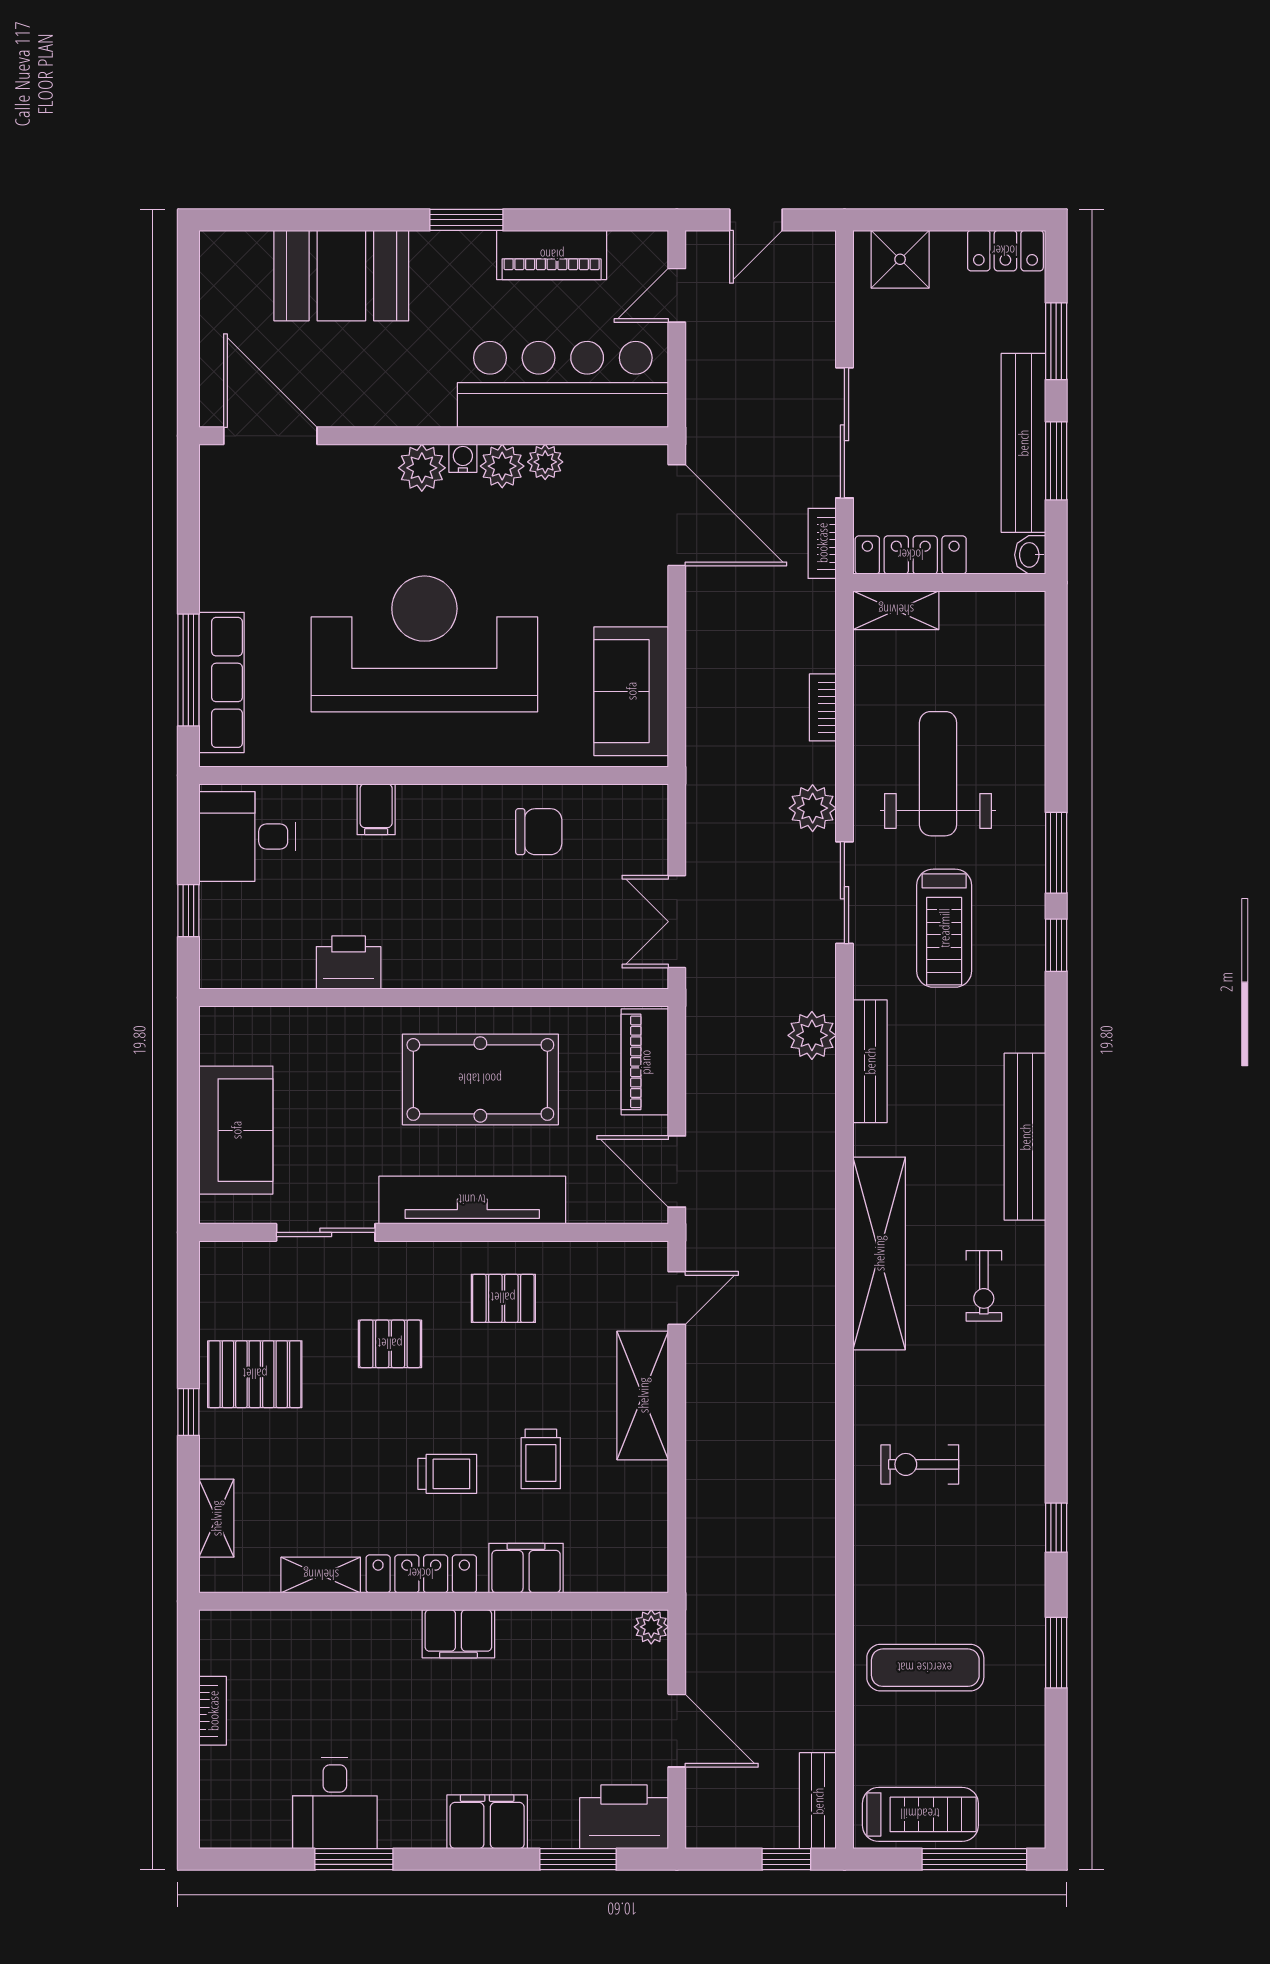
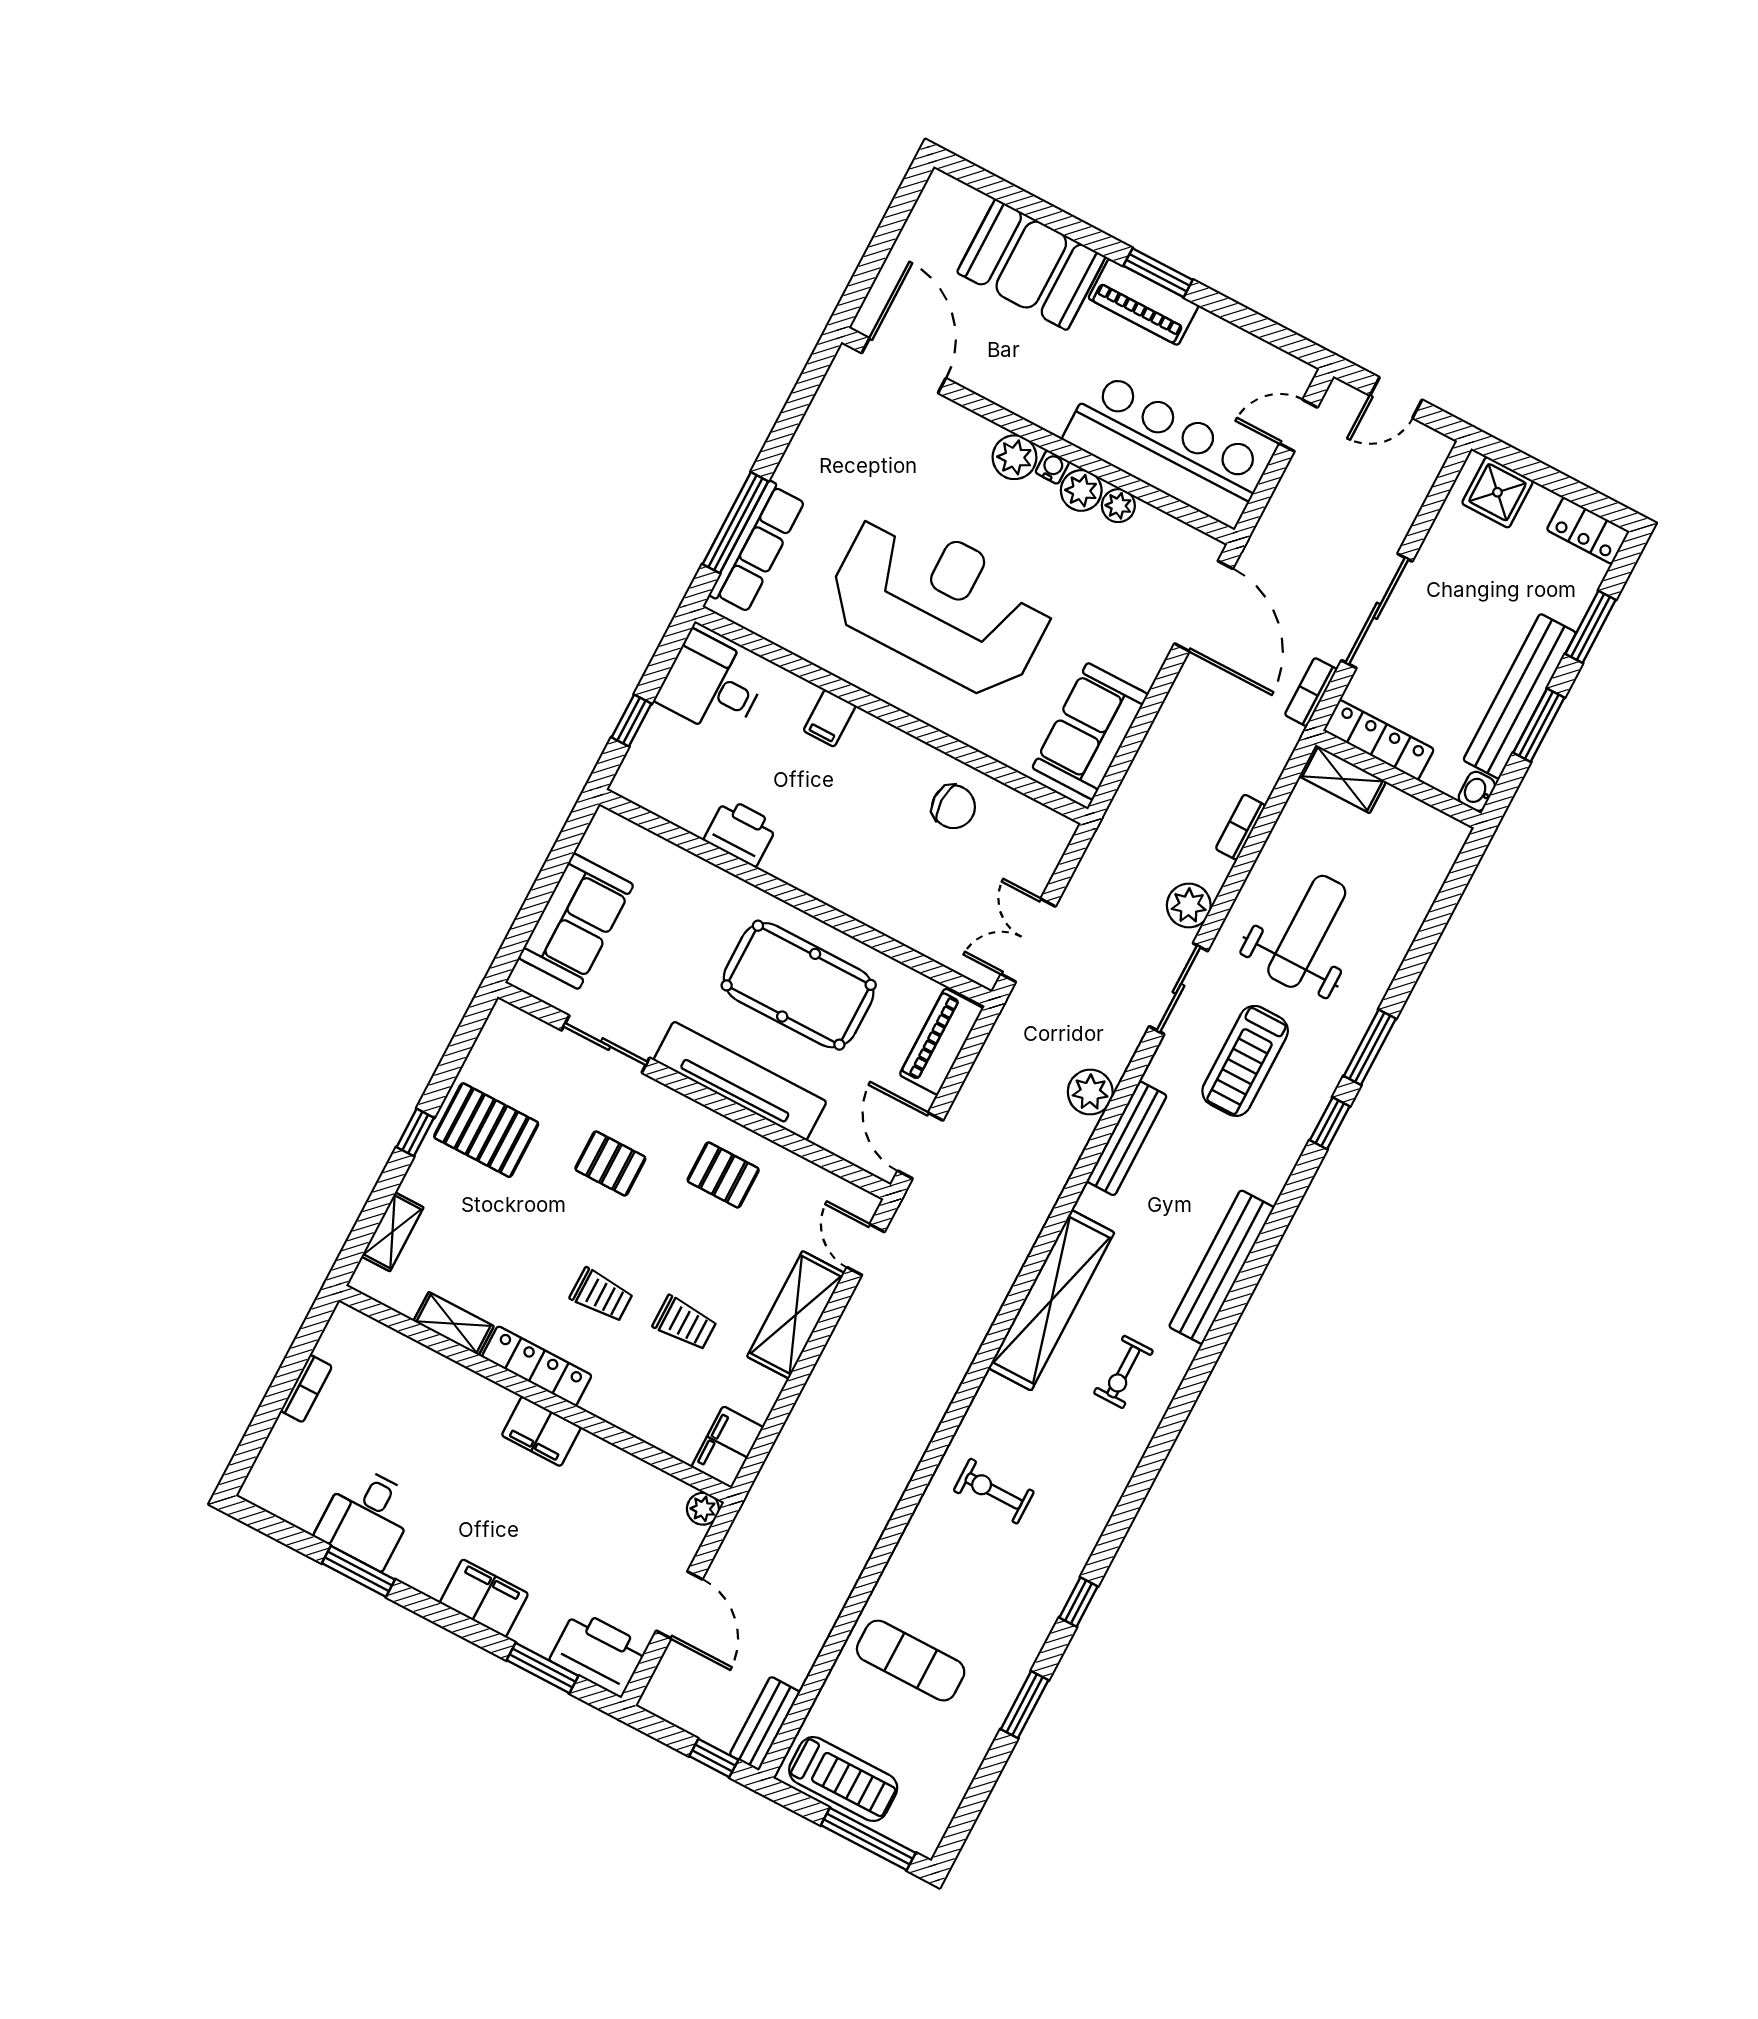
piano: (552, 255) -> (1143, 302), moved
door: (677, 1298) -> (866, 1250), swing flipped
trolley: (541, 1459) -> (685, 1323), turned -90
filing cabinet: (526, 1568) -> (727, 1447), moved, turned -90

